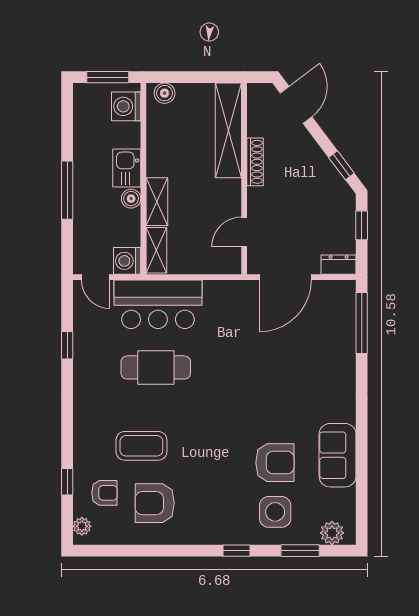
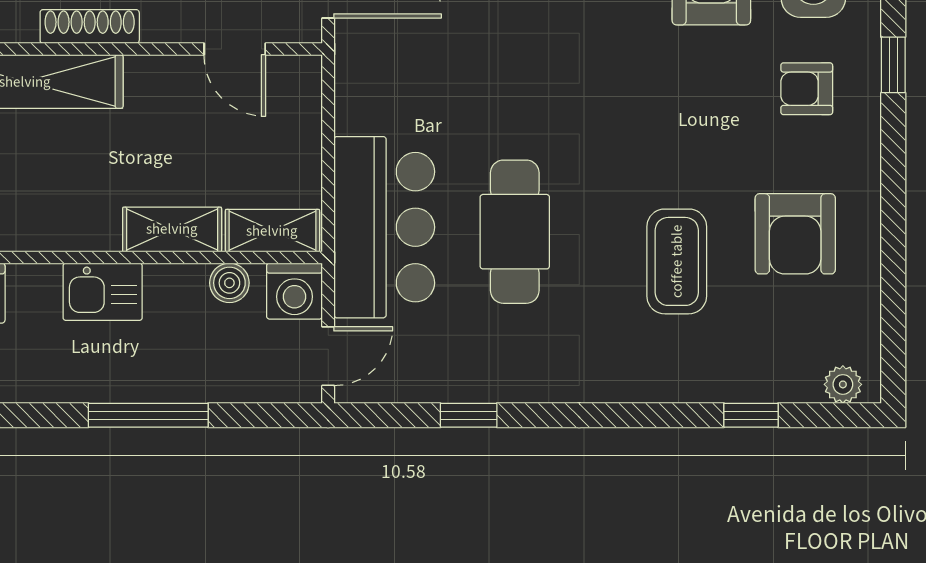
boiler: (131, 199) -> (229, 283), moved
armchair: (104, 493) -> (807, 89), moved, turned -90

